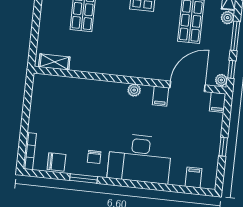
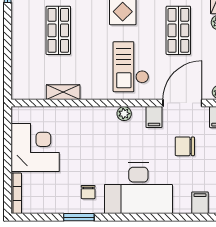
checkout: (145, 49) -> (131, 67), added
shelving: (54, 62) -> (63, 92), moved
corner desk: (51, 112) -> (35, 147), added
chair: (56, 162) -> (185, 146), moved, turned 180

